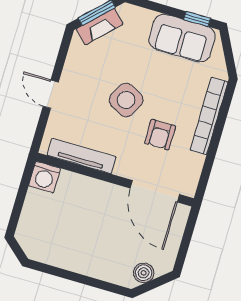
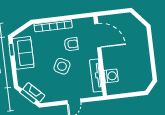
washing machine: (45, 177) -> (111, 76), moved
door: (155, 191) -> (98, 36), hinge flipped
boiler: (144, 273) -> (137, 25), removed

